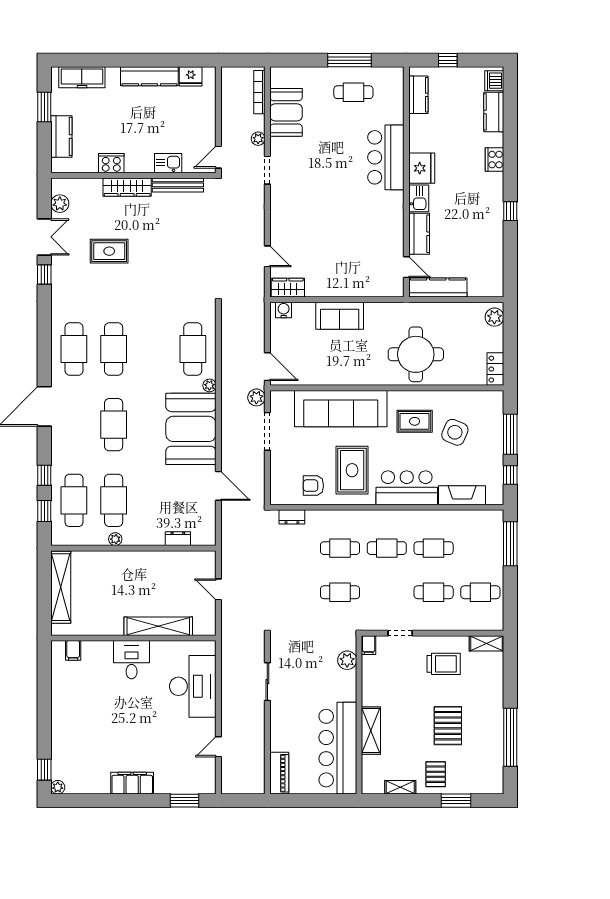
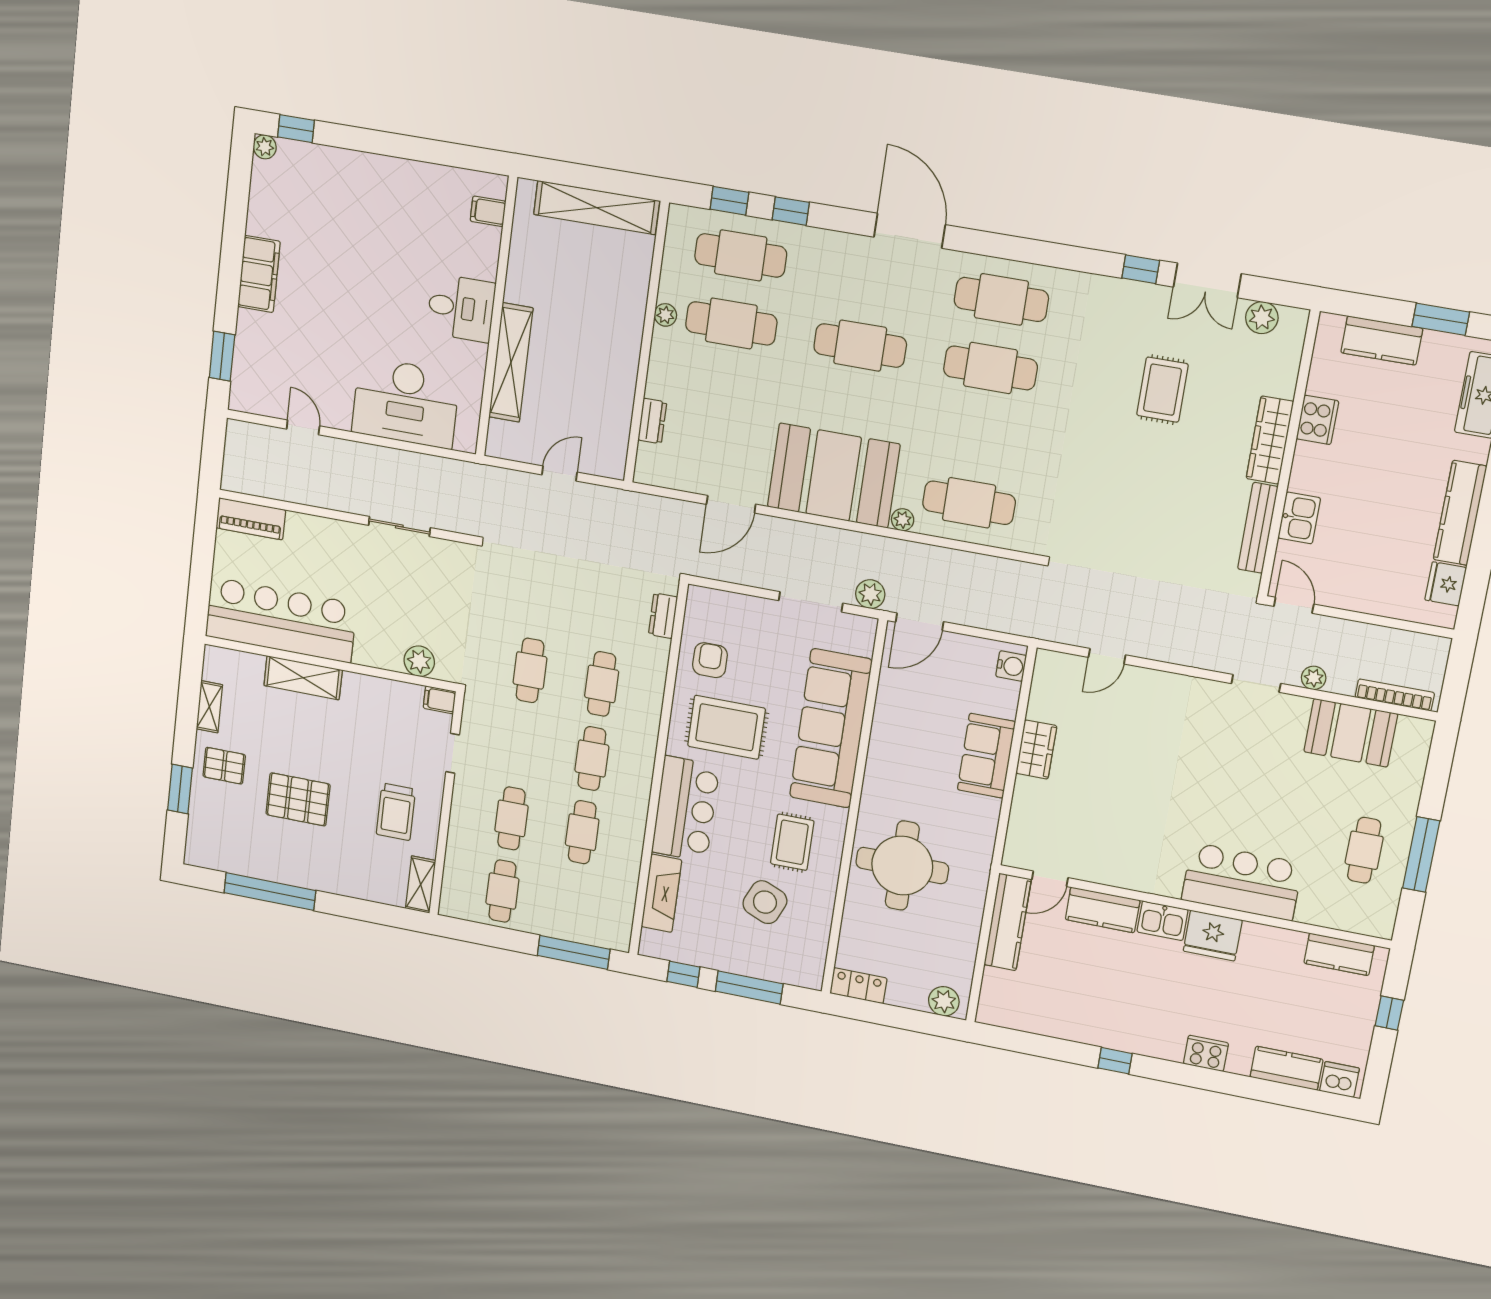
wardrobe: (288, 288) -> (1036, 749), moved

